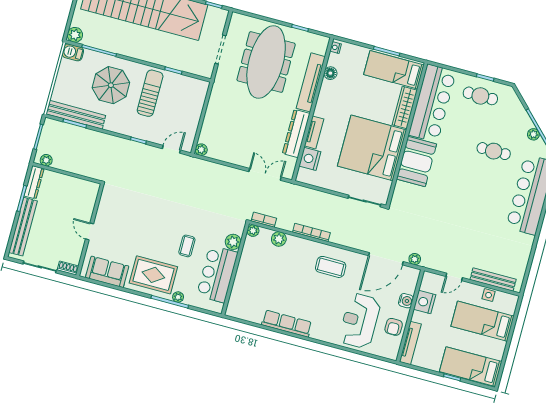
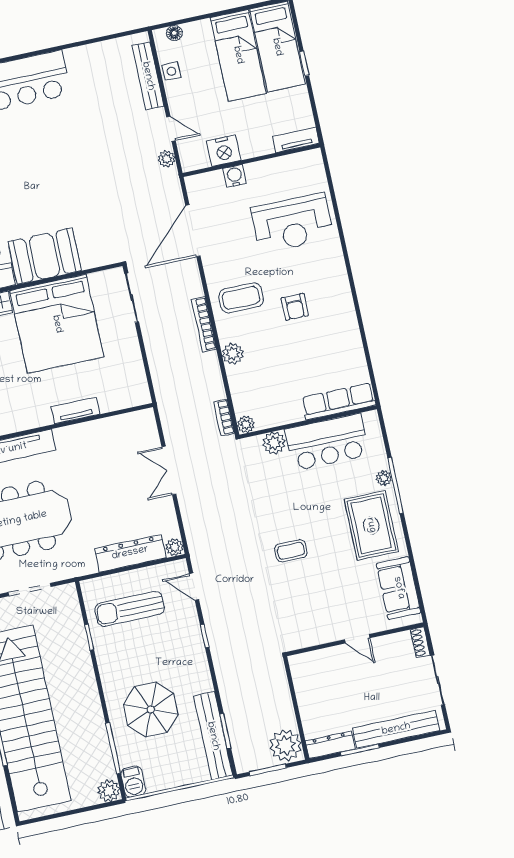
sun lounger: (150, 93) -> (130, 609), moved
dresser: (296, 133) -> (130, 553), moved, turned 180
nightstand: (310, 159) -> (113, 398), removed
plant: (46, 160) -> (286, 745), width x1.88, depth x1.88
double door: (265, 174) -> (169, 470), moved
door: (89, 231) -> (357, 639), hinge flipped
bookcase: (311, 232) -> (204, 324), moved
plant: (279, 239) -> (233, 354), moved
coffee table: (187, 246) -> (291, 551), moved
door: (386, 259) -> (193, 231), swing flipped
plant: (415, 259) -> (167, 159), moved
coffee table: (331, 267) -> (241, 298), turned 90
floor lamp: (511, 309) -> (174, 33), added
bed: (482, 321) -> (238, 55), moved
row of seats: (287, 324) -> (339, 401), moved, turned 90
armchair: (394, 327) -> (295, 307), moved, turned 90
tv unit: (410, 343) -> (296, 140), width x0.71

